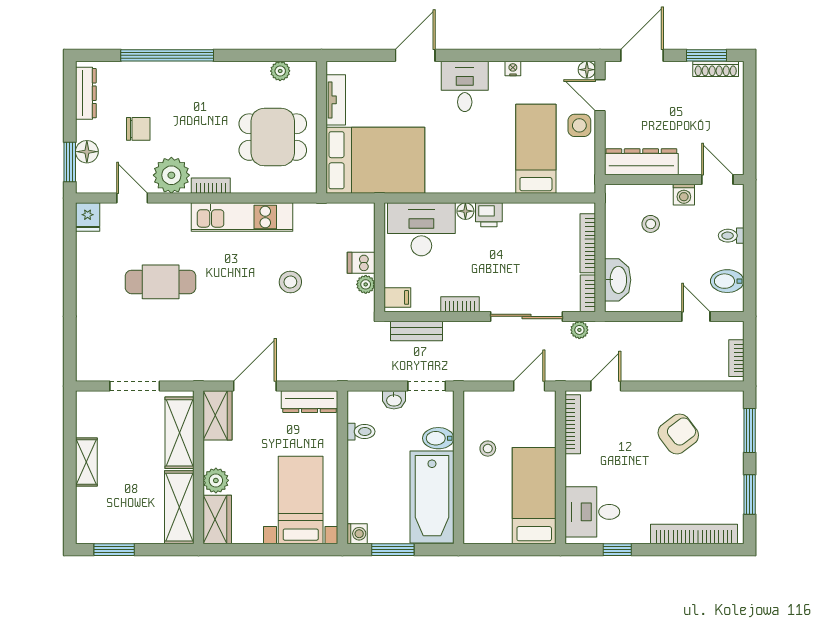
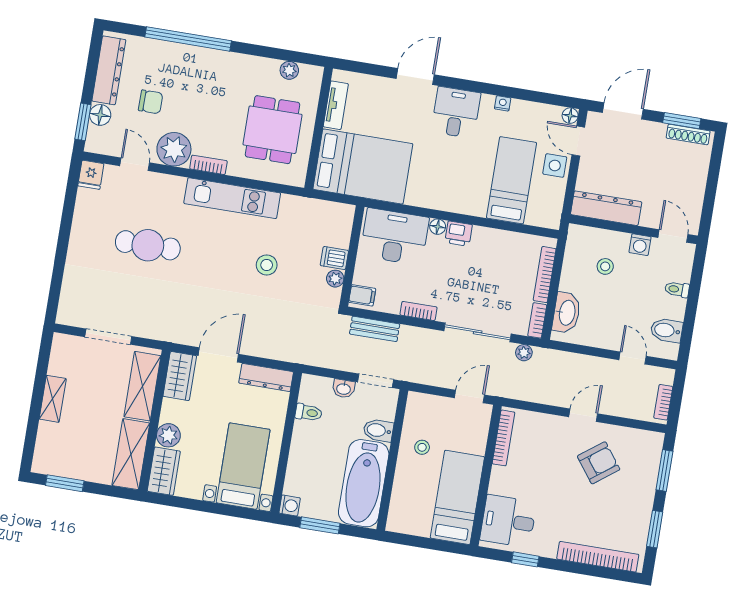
dresser: (86, 93) -> (109, 70), width x1.37, depth x1.24
dining table: (273, 137) -> (272, 130), turned 90
door: (606, 386) -> (583, 415), moved

